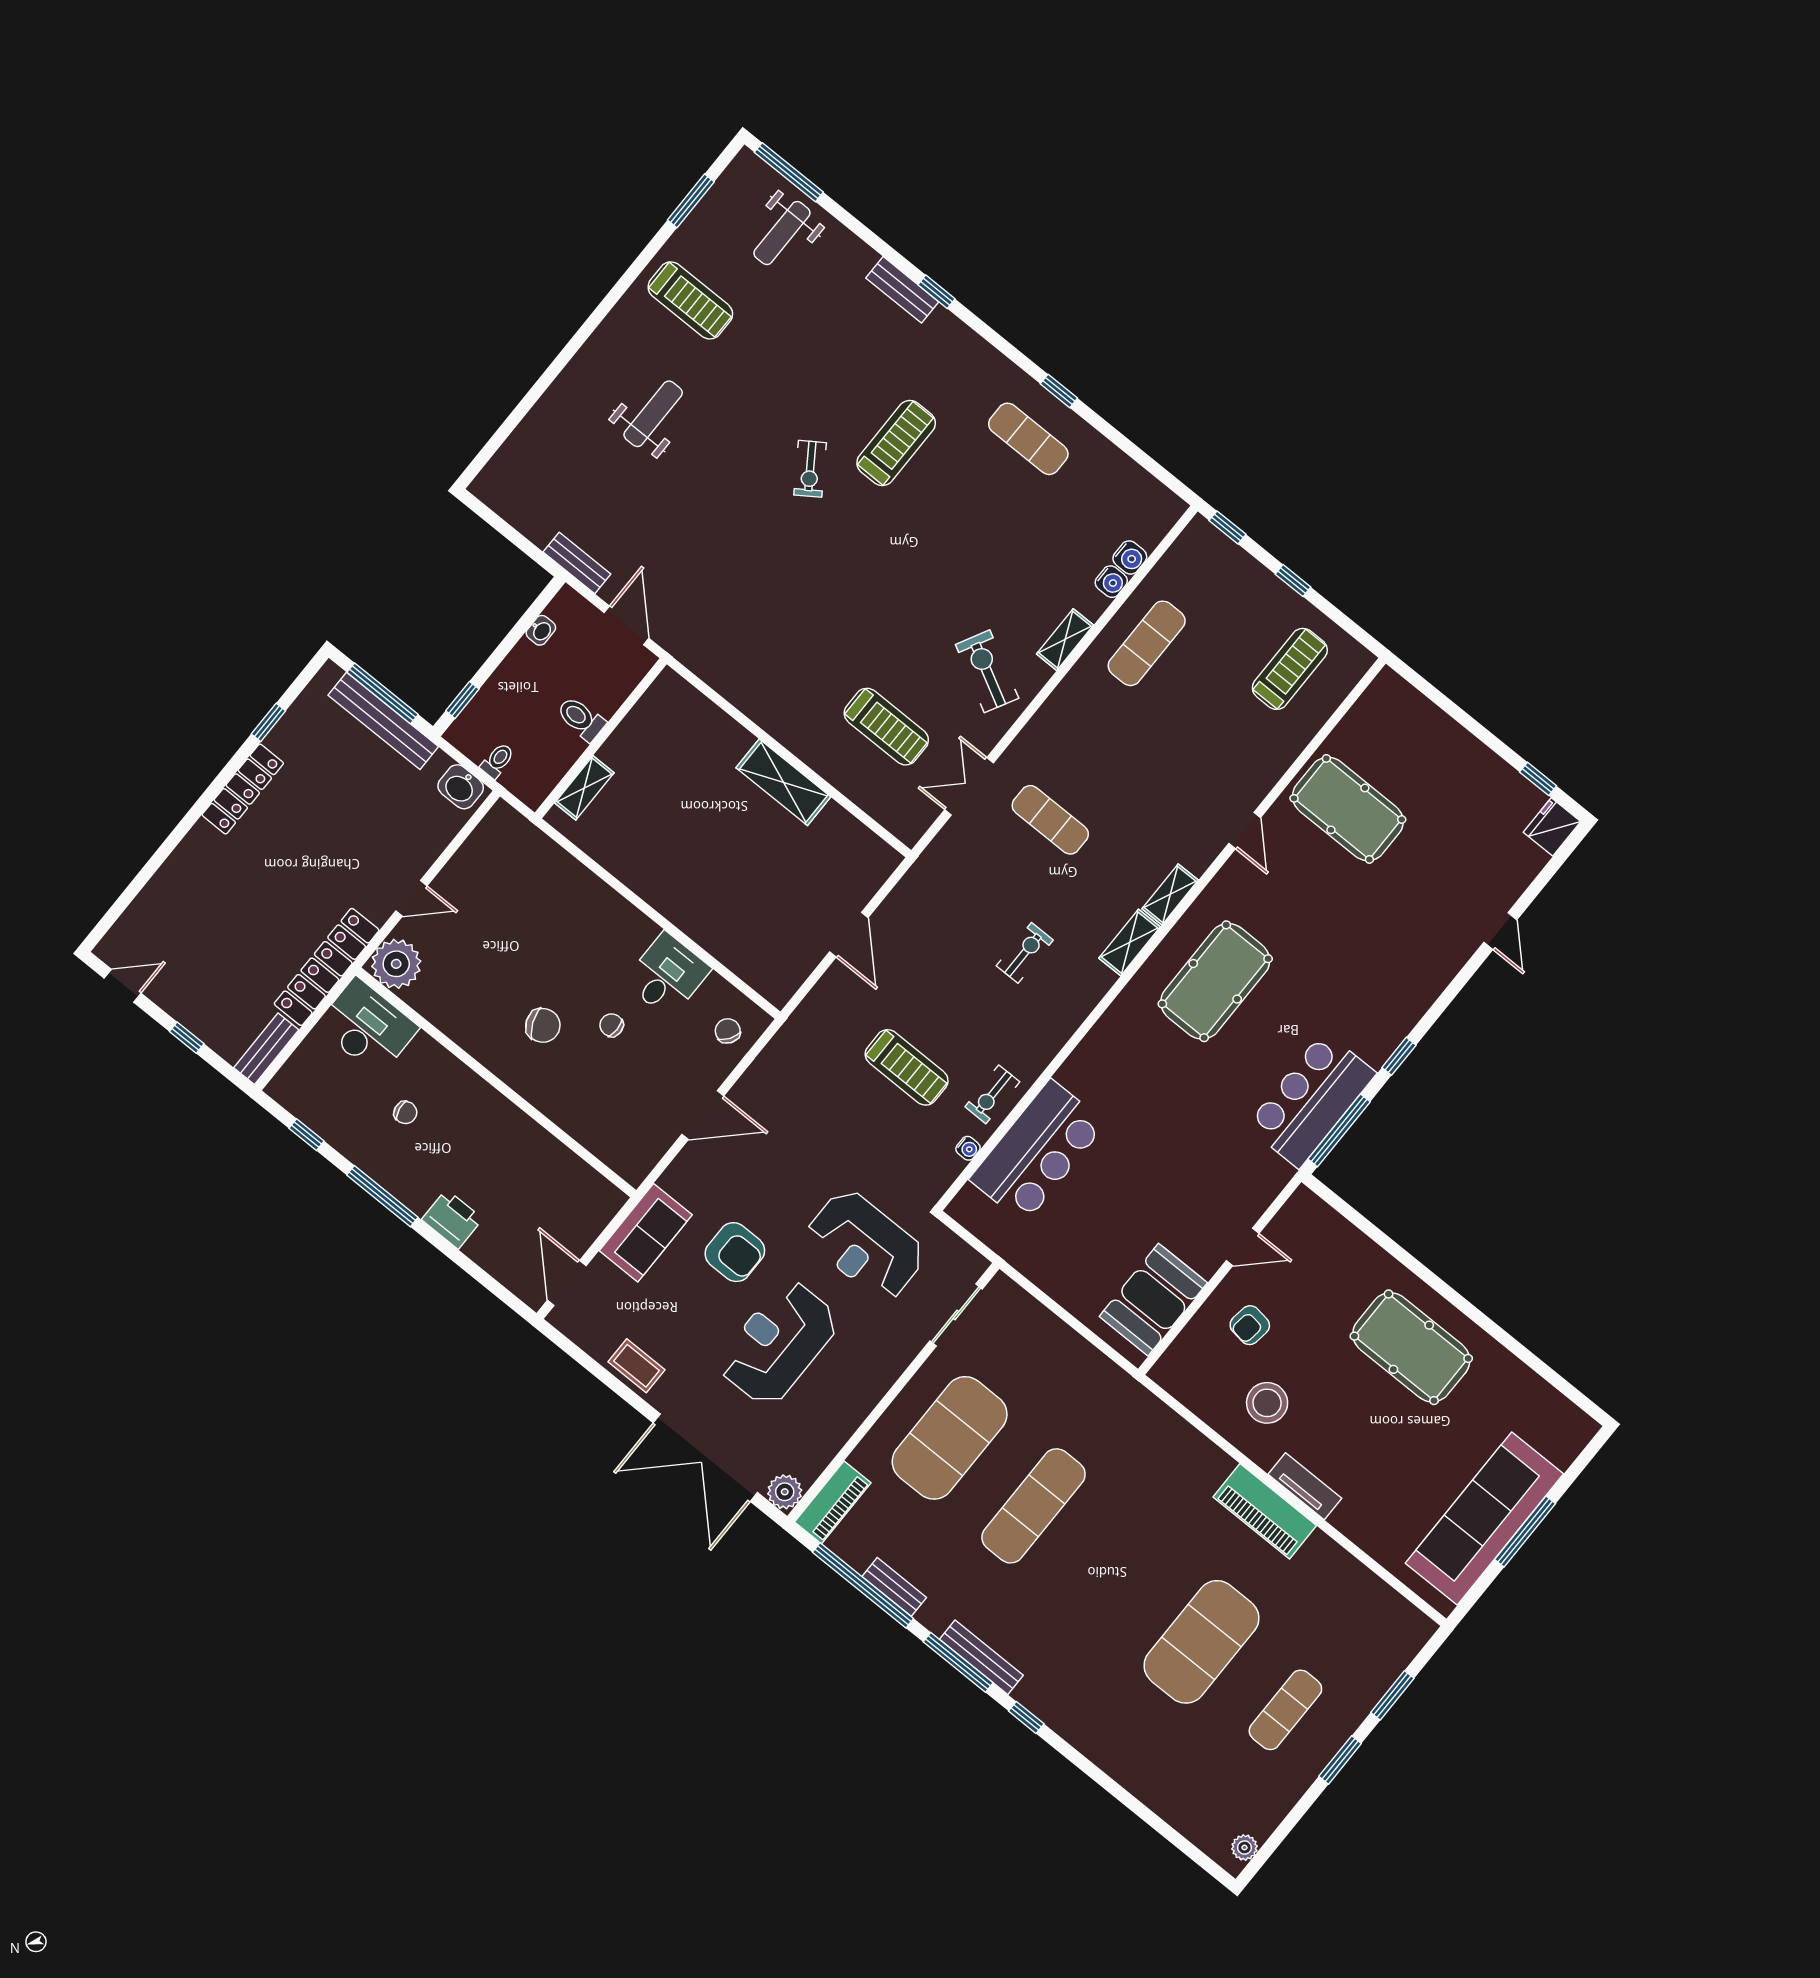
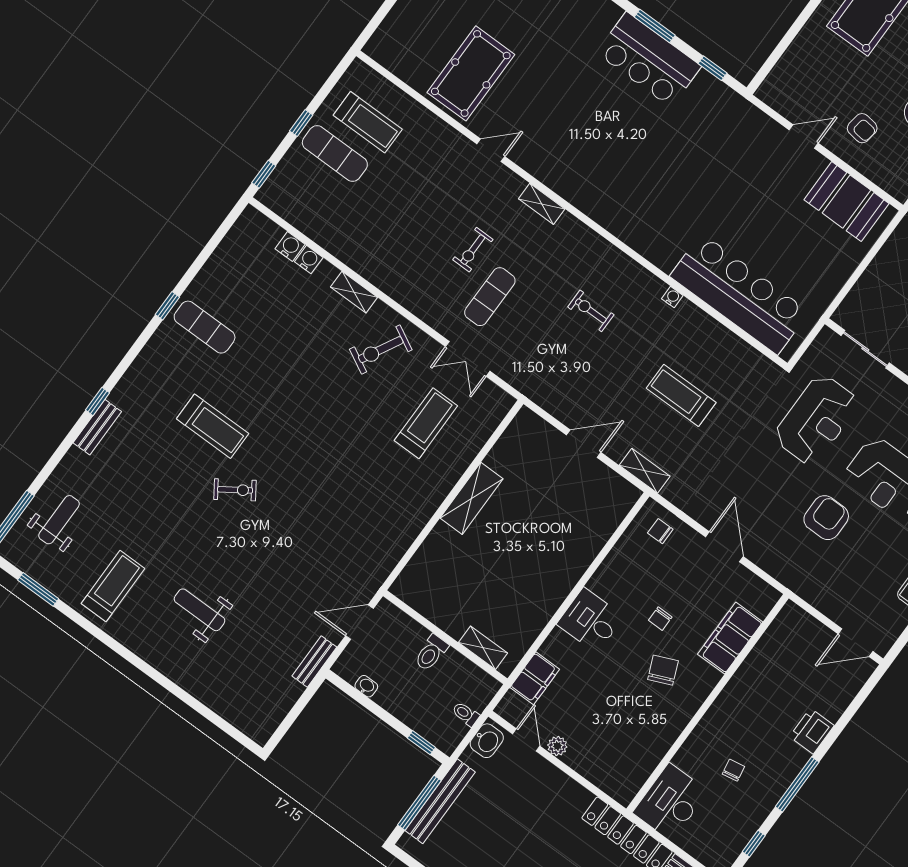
weight bench: (782, 233) -> (59, 520), turned -90
exercise mat: (1028, 439) -> (205, 327), turned 90
treadmill: (896, 443) -> (213, 426), turned 180
exercise mat: (1147, 643) -> (335, 154), moved
treadmill: (1290, 669) -> (368, 122), turned 180
filing cabinet: (540, 854) -> (535, 678), added
door: (411, 898) -> (526, 740), moved
shelving: (1130, 943) -> (645, 471), moved
plant: (396, 964) -> (557, 746), moved, width x0.53, depth x0.53
desk: (667, 975) -> (590, 620), moved
pool table: (1215, 981) -> (605, 167), removed
chair: (728, 1031) -> (660, 531), turned 56
window: (1399, 1056) -> (655, 26), width x1.50
treadmill: (907, 1067) -> (681, 395), turned -90
exercise bike: (992, 1094) -> (473, 250), moved, turned 90
bar counter: (1311, 1100) -> (649, 60), moved
filing cabinet: (581, 1117) -> (730, 638), added
window: (1339, 1130) -> (713, 68), width x0.46
water cooler: (968, 1148) -> (672, 297), moved
bar counter: (1038, 1151) -> (739, 294), width x1.36
sofa: (646, 1233) -> (815, 585), removed
door: (1243, 1247) -> (804, 136), hinge flipped

